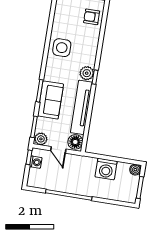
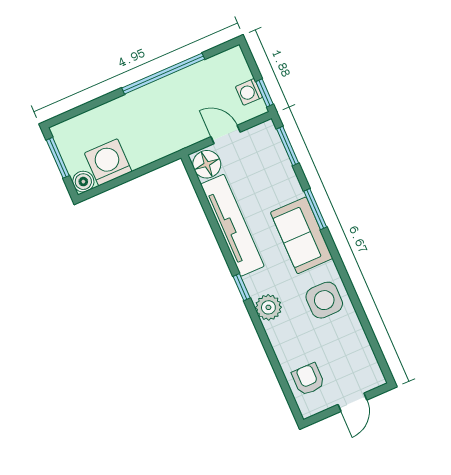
armchair: (92, 17) -> (308, 379), turned -90
plant: (87, 73) -> (268, 307), moved
sofa: (51, 100) -> (302, 235), moved
plant: (41, 139) -> (264, 134), removed
washing machine: (106, 169) -> (108, 162), moved

